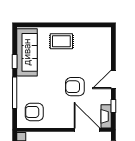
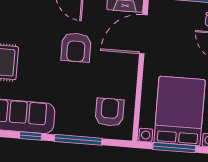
armchair: (34, 112) -> (110, 112), turned 180

